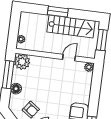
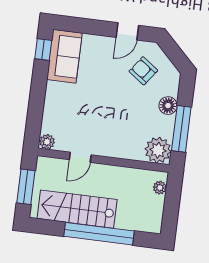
window: (58, 12) -> (99, 234), width x2.11

